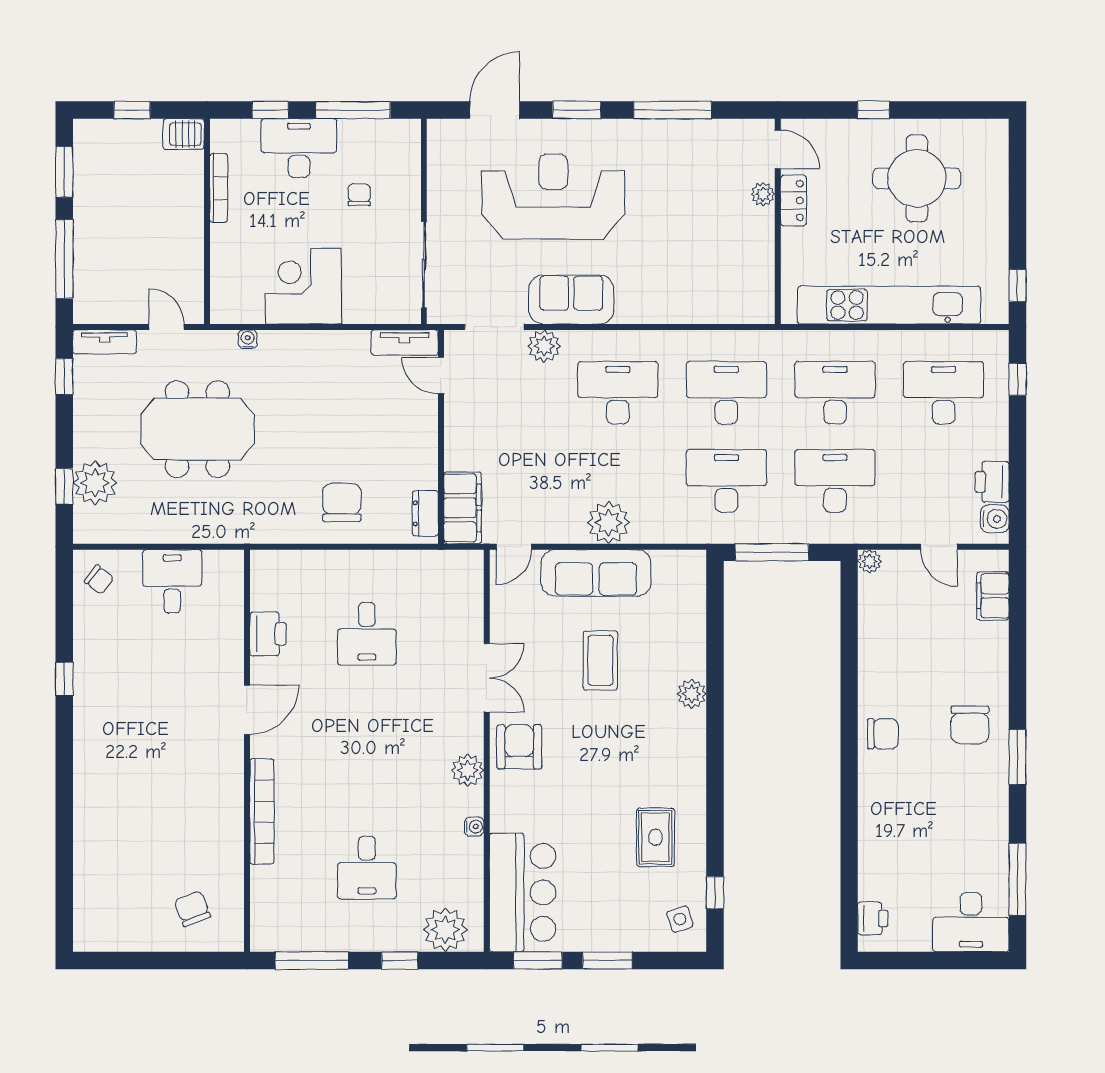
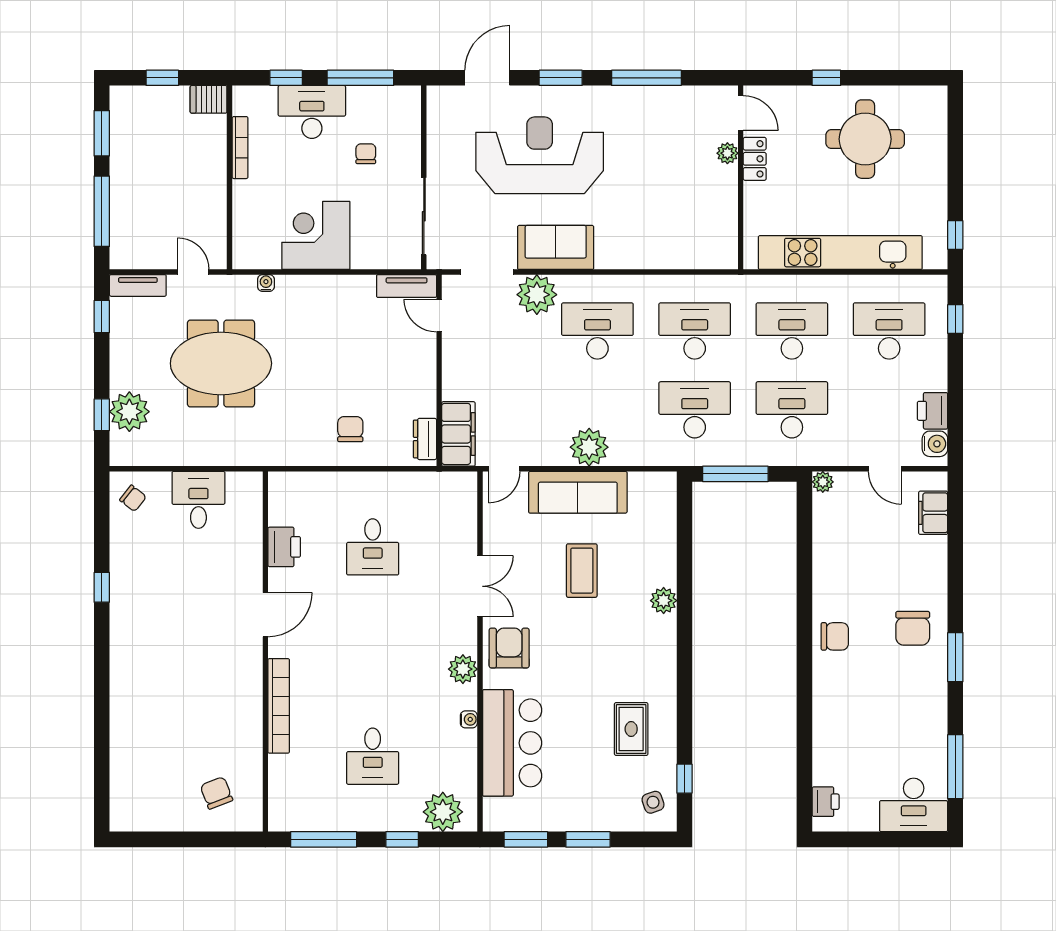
plant: (544, 346) -> (537, 295), width x1.36, depth x1.36
chair: (342, 502) -> (350, 429), width x0.73, depth x0.73
bar counter: (523, 892) -> (512, 743), moved

